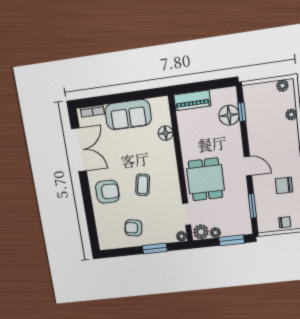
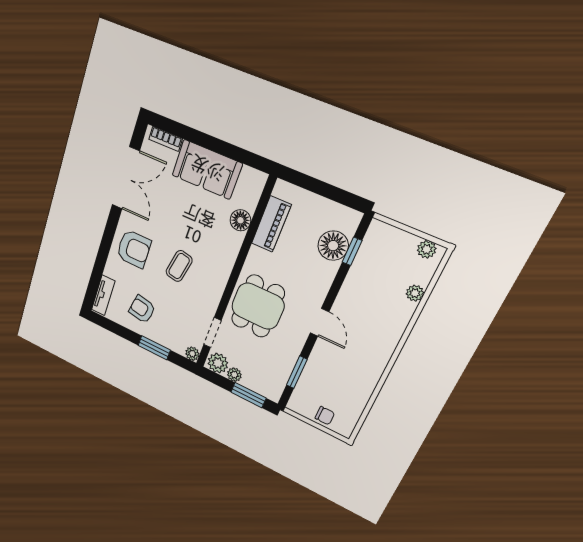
piano: (192, 100) -> (271, 224), moved, turned -90
chair: (284, 185) -> (351, 373), removed
tv unit: (103, 235) -> (103, 295), added

